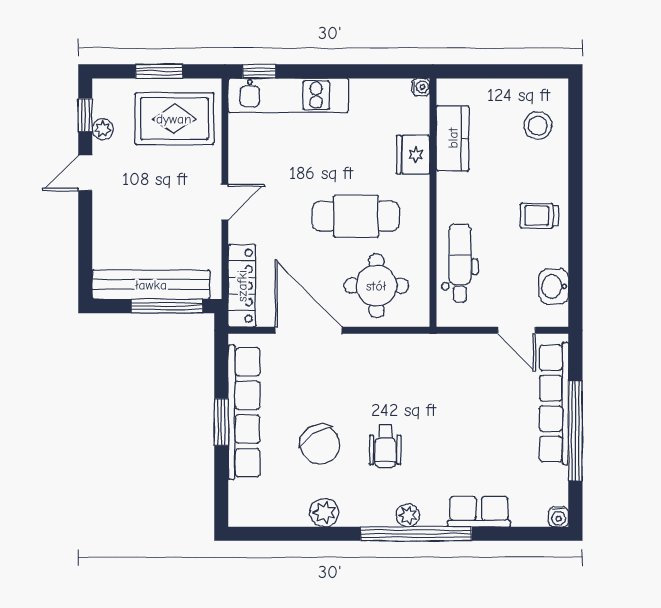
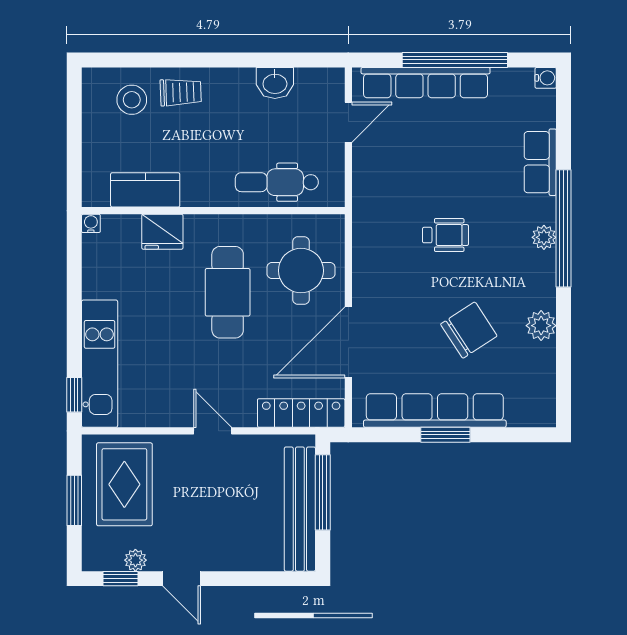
trolley: (539, 216) -> (181, 92), moved, turned -92
washbasin: (554, 286) -> (275, 83), moved
wheelchair: (385, 446) -> (446, 235), moved

